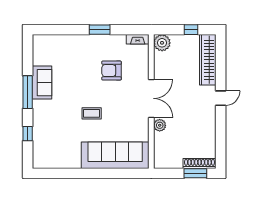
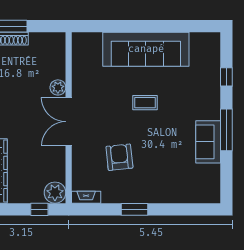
window: (191, 30) -> (39, 209), moved
armchair: (112, 71) -> (119, 157), turned -96
sofa: (115, 155) -> (146, 49), moved

